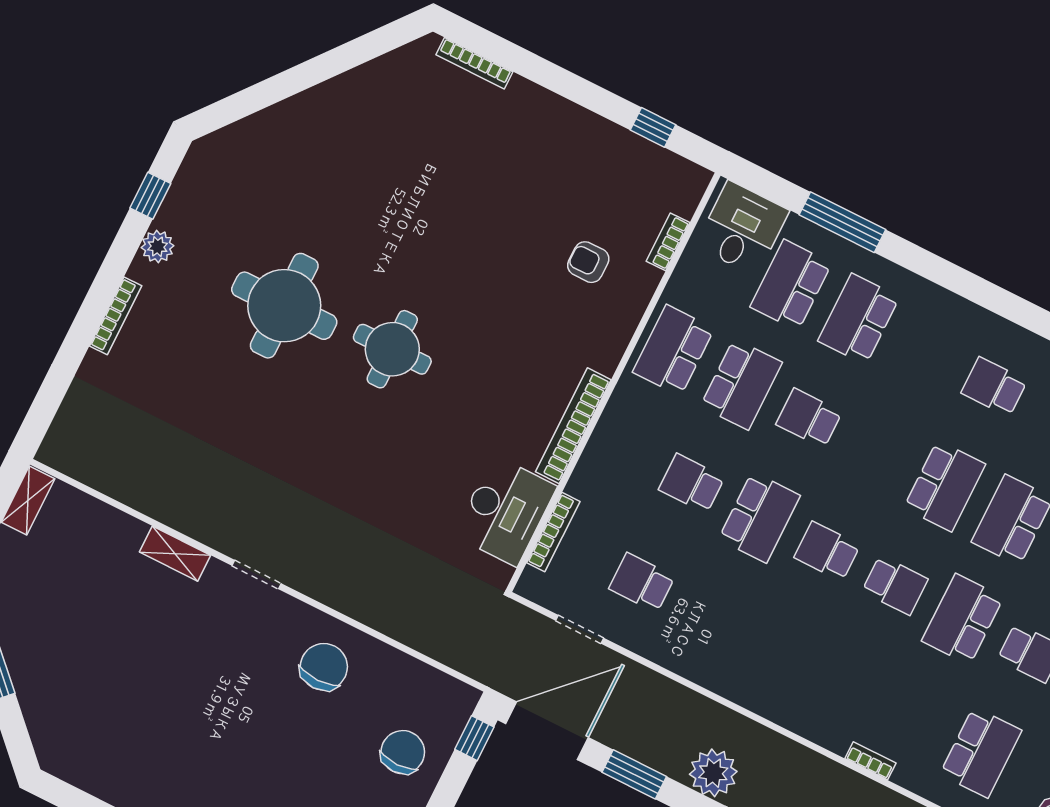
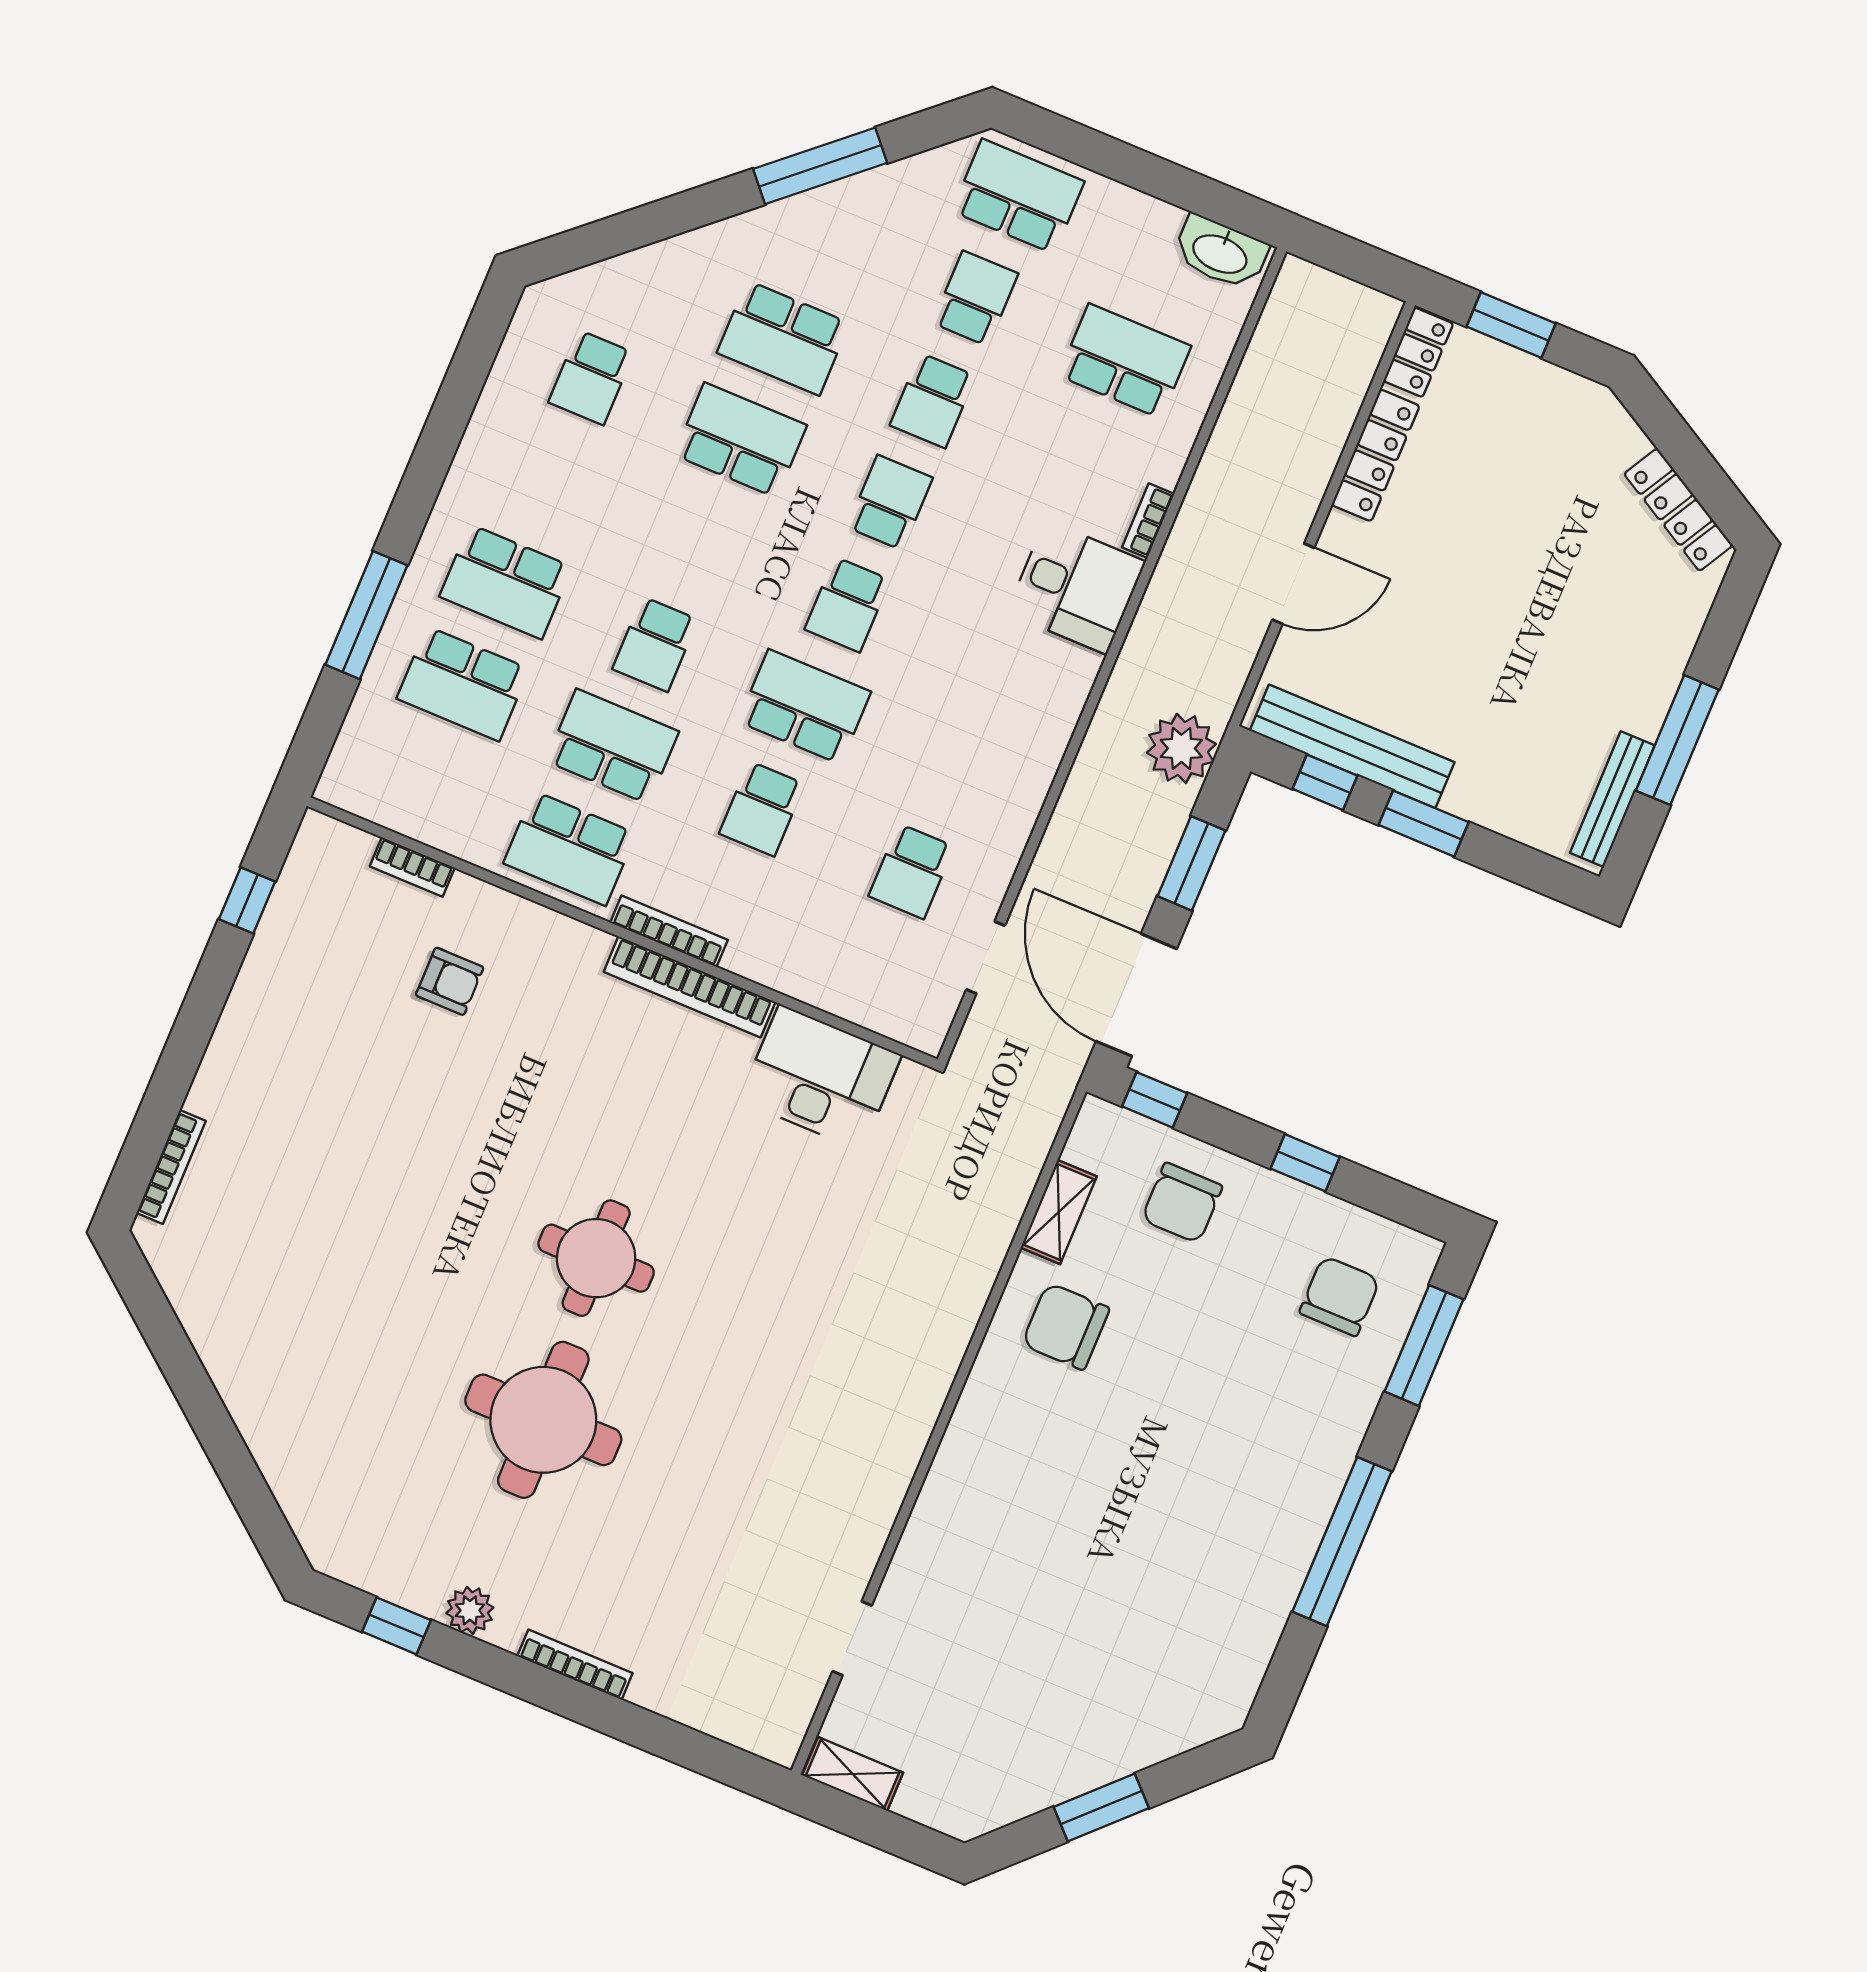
desk: (742, 228) -> (1076, 587), moved, turned 180
armchair: (588, 262) -> (450, 981), turned -90
bookcase: (553, 532) -> (669, 931), moved
shelving: (175, 554) -> (1059, 1212), moved
doorway: (257, 575) -> (852, 1638), moved
school desk: (963, 619) -> (933, 400), width x0.54
chair: (403, 752) -> (1182, 1203), turned -90

